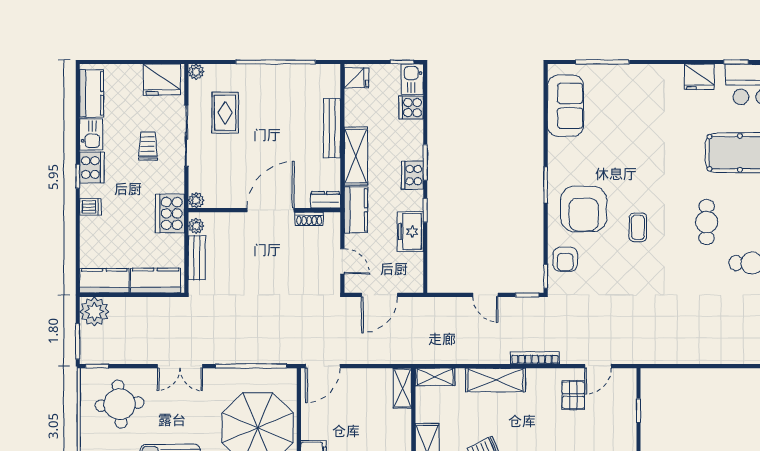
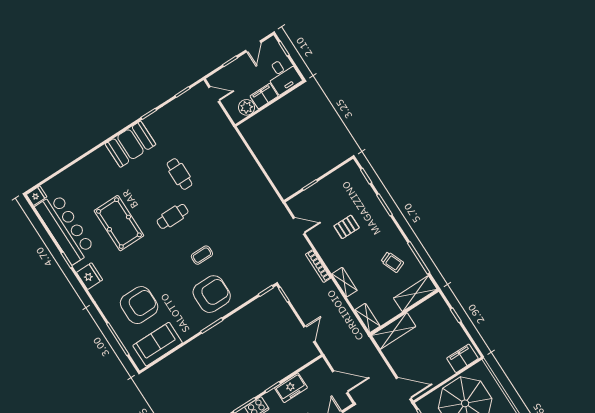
armchair: (565, 259) -> (139, 305), moved, width x1.88, depth x1.88
door: (485, 295) -> (309, 334), moved
shelving: (496, 380) -> (344, 282), width x0.67, depth x0.75
shelving: (402, 388) -> (394, 331), width x1.50, depth x1.33
pallet: (573, 395) -> (347, 227), moved

